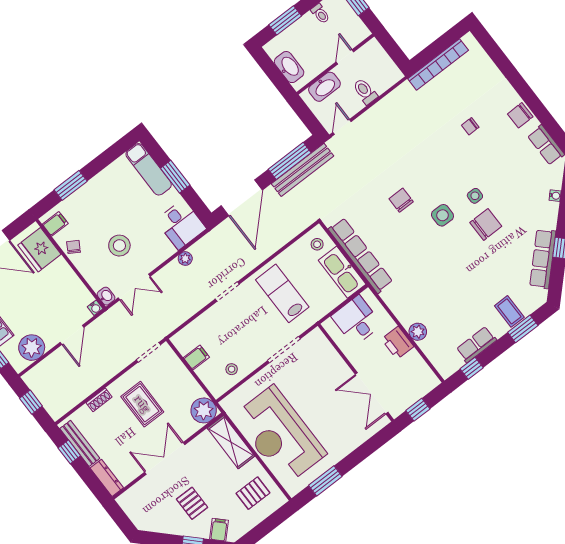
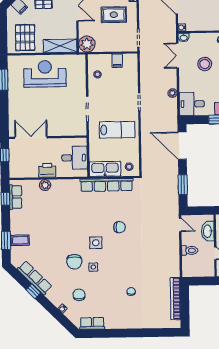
chair: (520, 115) -> (79, 295), moved
window: (290, 161) -> (183, 185), width x0.69
bench: (303, 170) -> (173, 188), removed
row of seats: (476, 345) -> (16, 197), moved
reception desk: (280, 435) -> (45, 74), width x0.74, depth x0.77
pallet: (253, 493) -> (25, 38), width x1.50, depth x1.42

